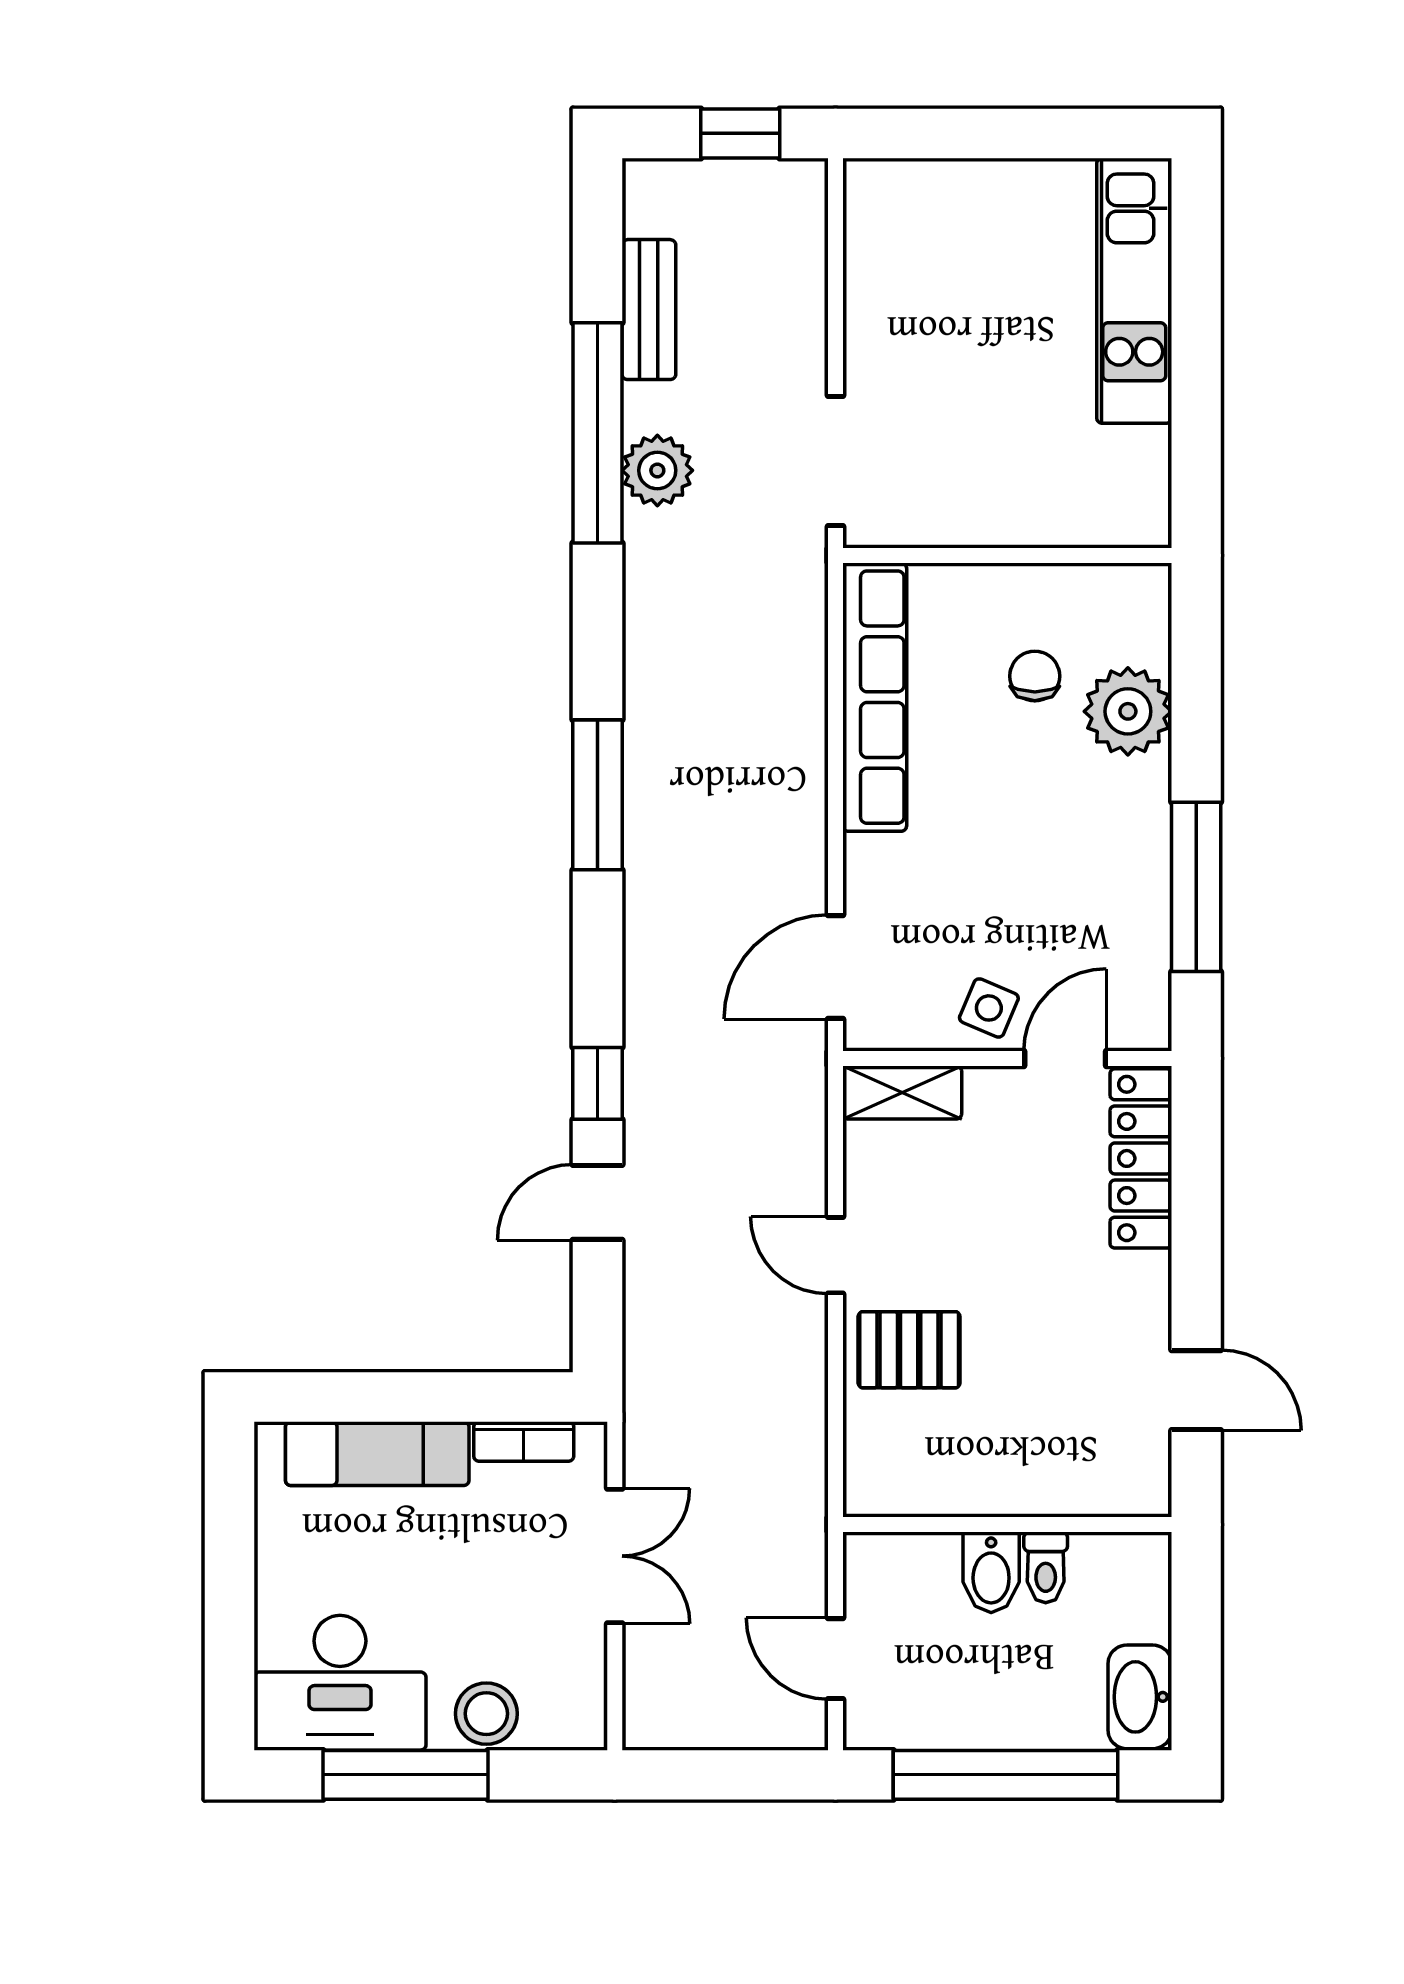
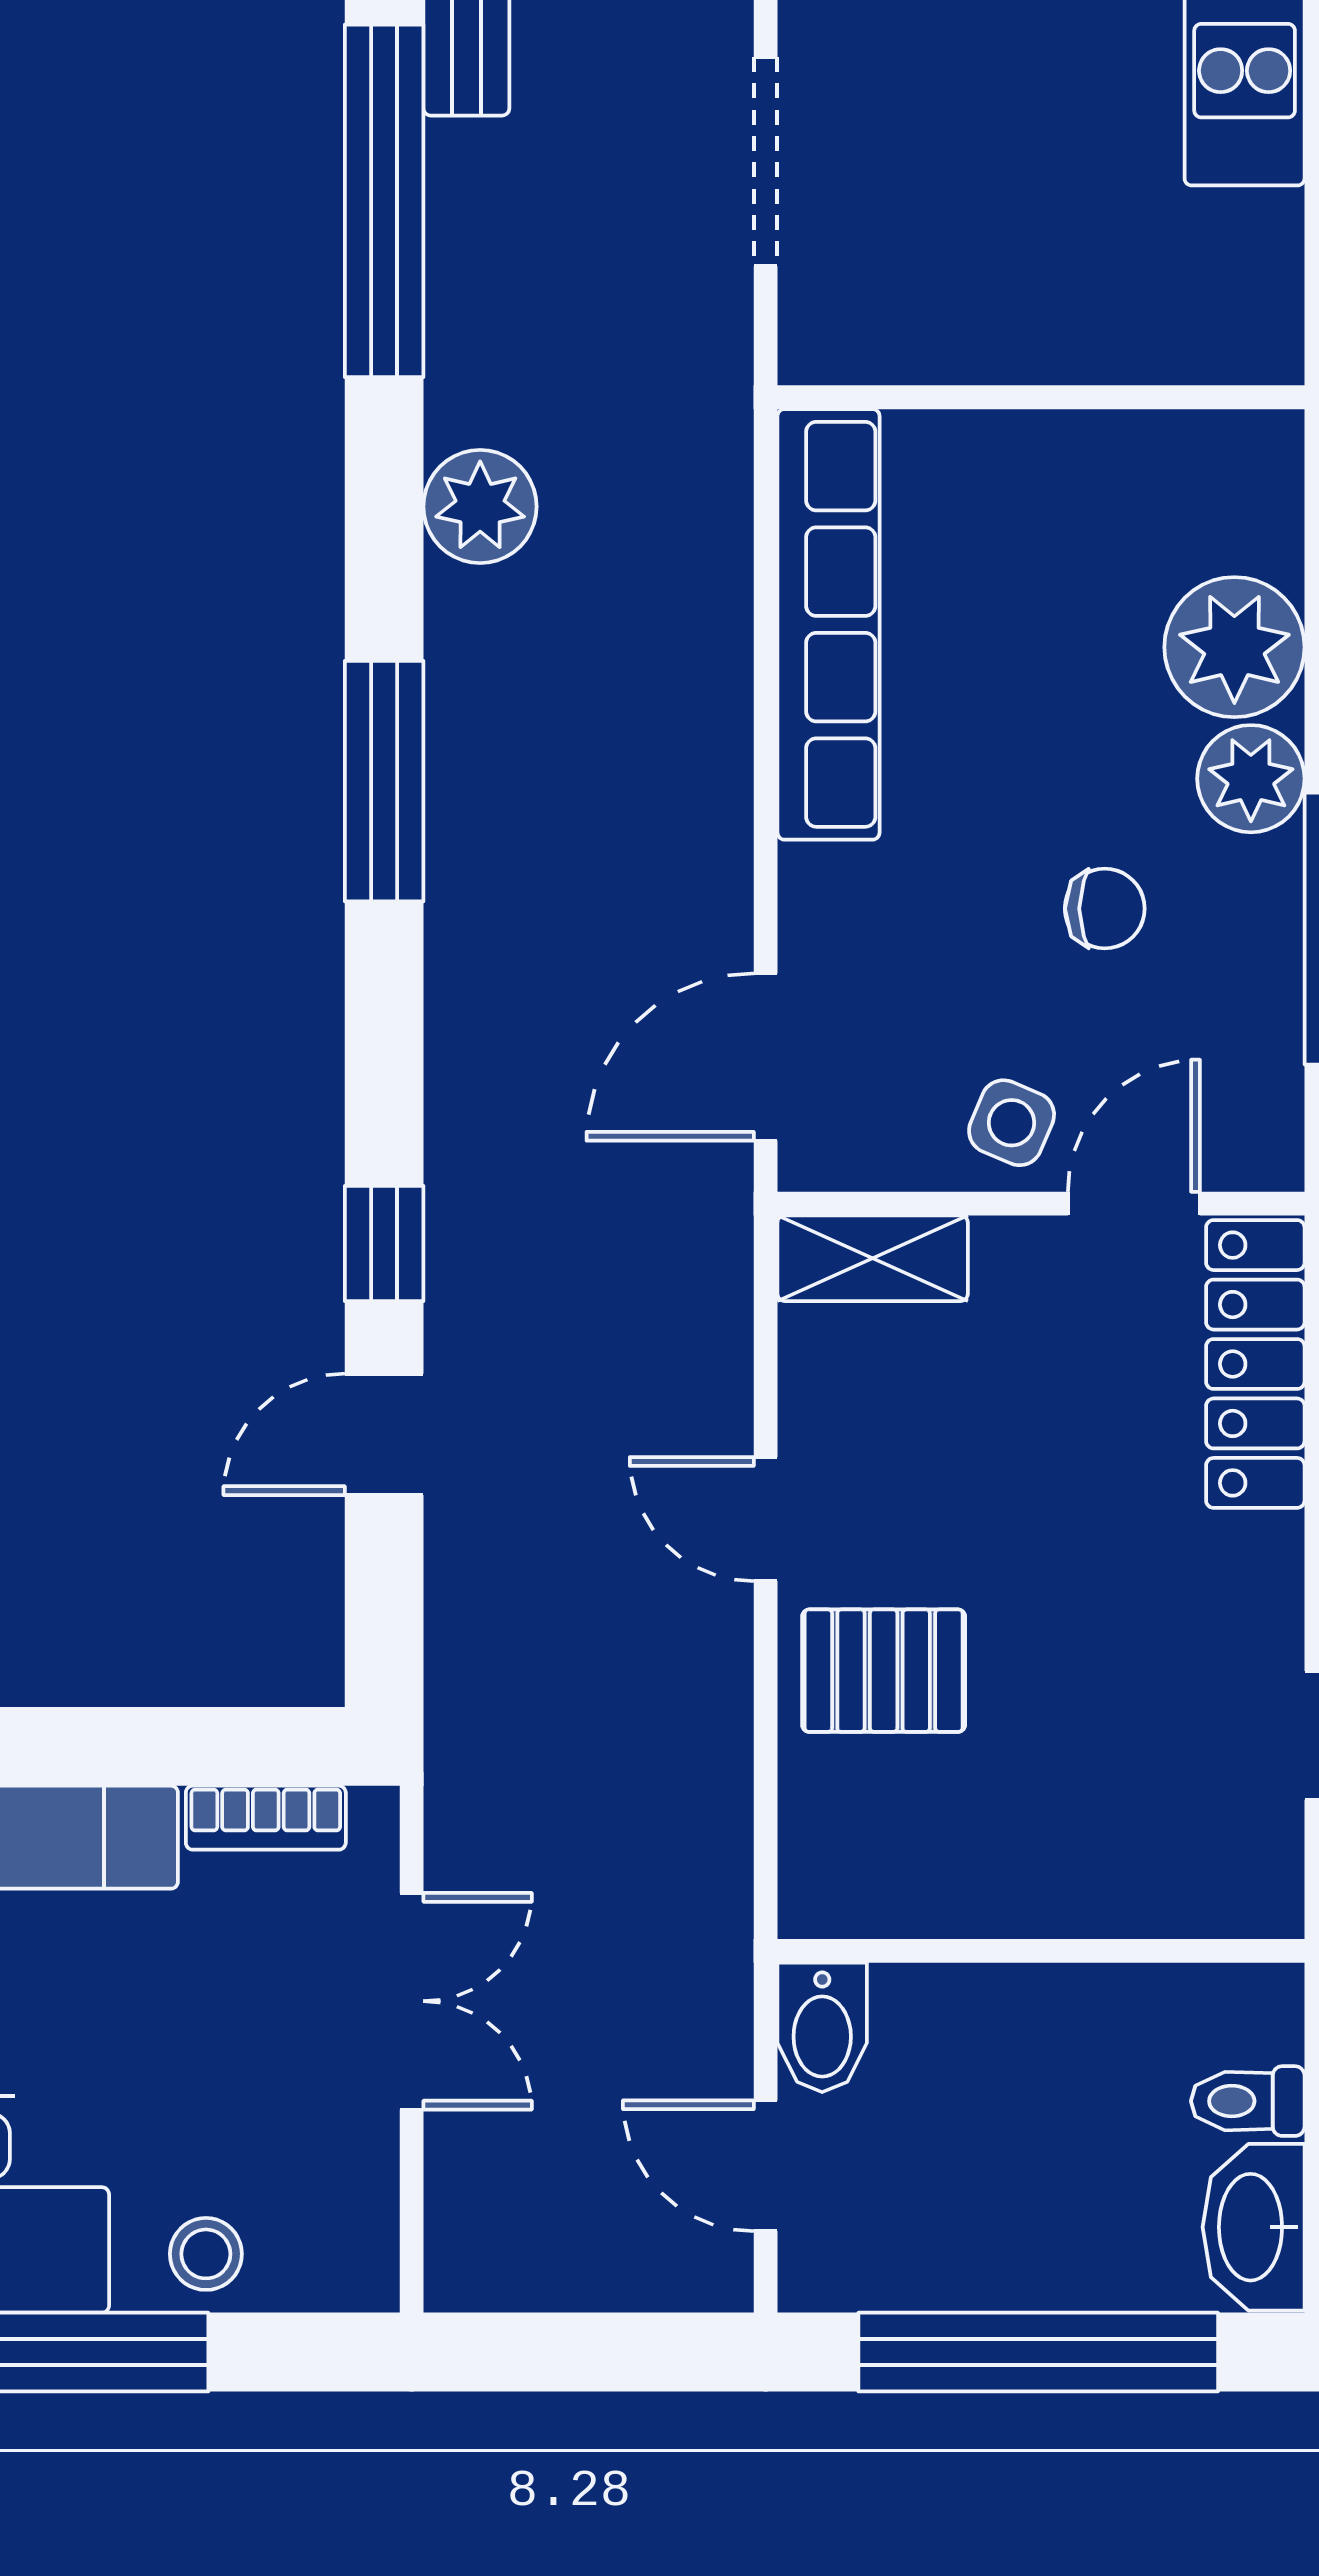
doorway: (835, 461) -> (766, 162), moved
plant: (657, 470) -> (480, 506), moved
chair: (1035, 676) -> (1105, 909), moved, turned 90
plant: (1138, 793) -> (1251, 779), added
toilet: (1046, 1567) -> (1248, 2101), moved, turned 90
bidet: (991, 1572) -> (822, 2027), moved
stool: (486, 1714) -> (206, 2254), width x0.73, depth x0.73

